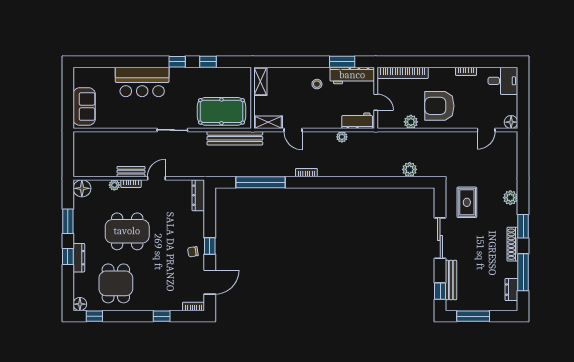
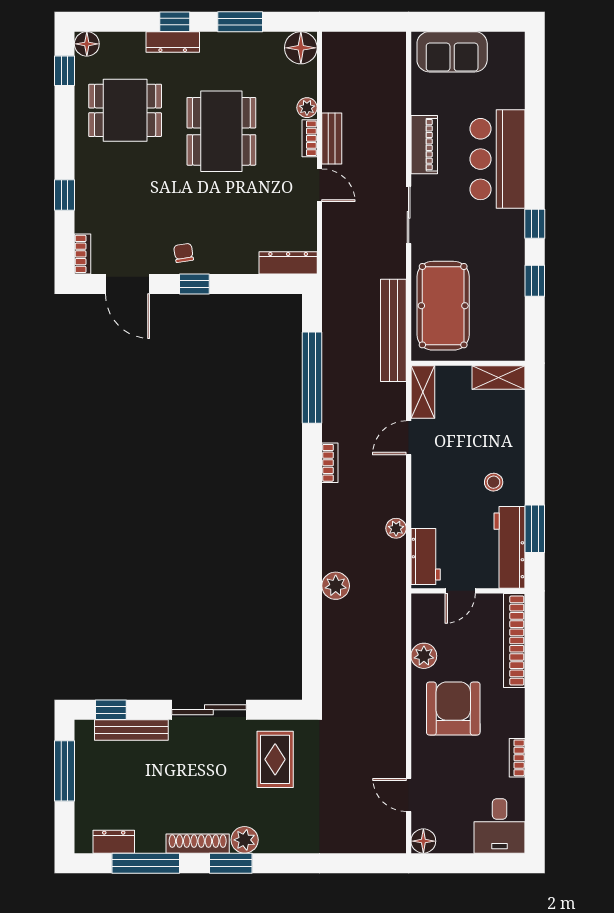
piano: (134, 122) -> (424, 145), added
plant: (410, 169) -> (336, 586), moved
plant: (510, 198) -> (245, 840), moved
rug: (467, 202) -> (275, 759), turned 90

